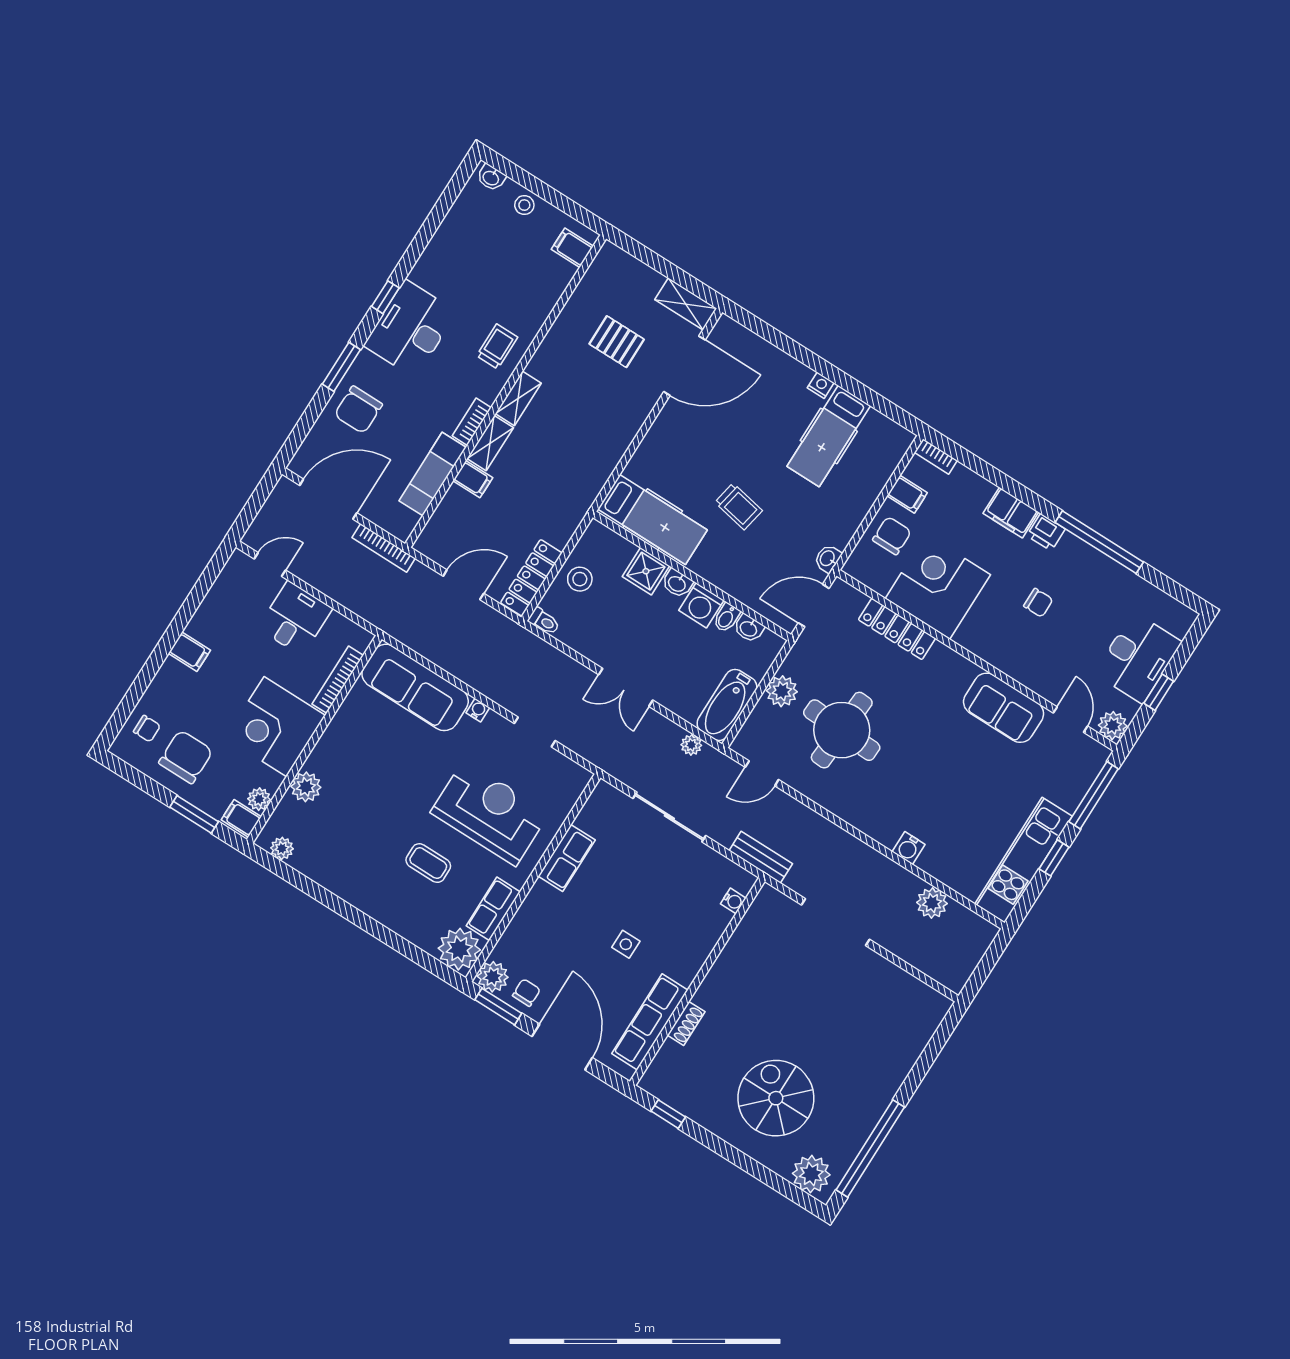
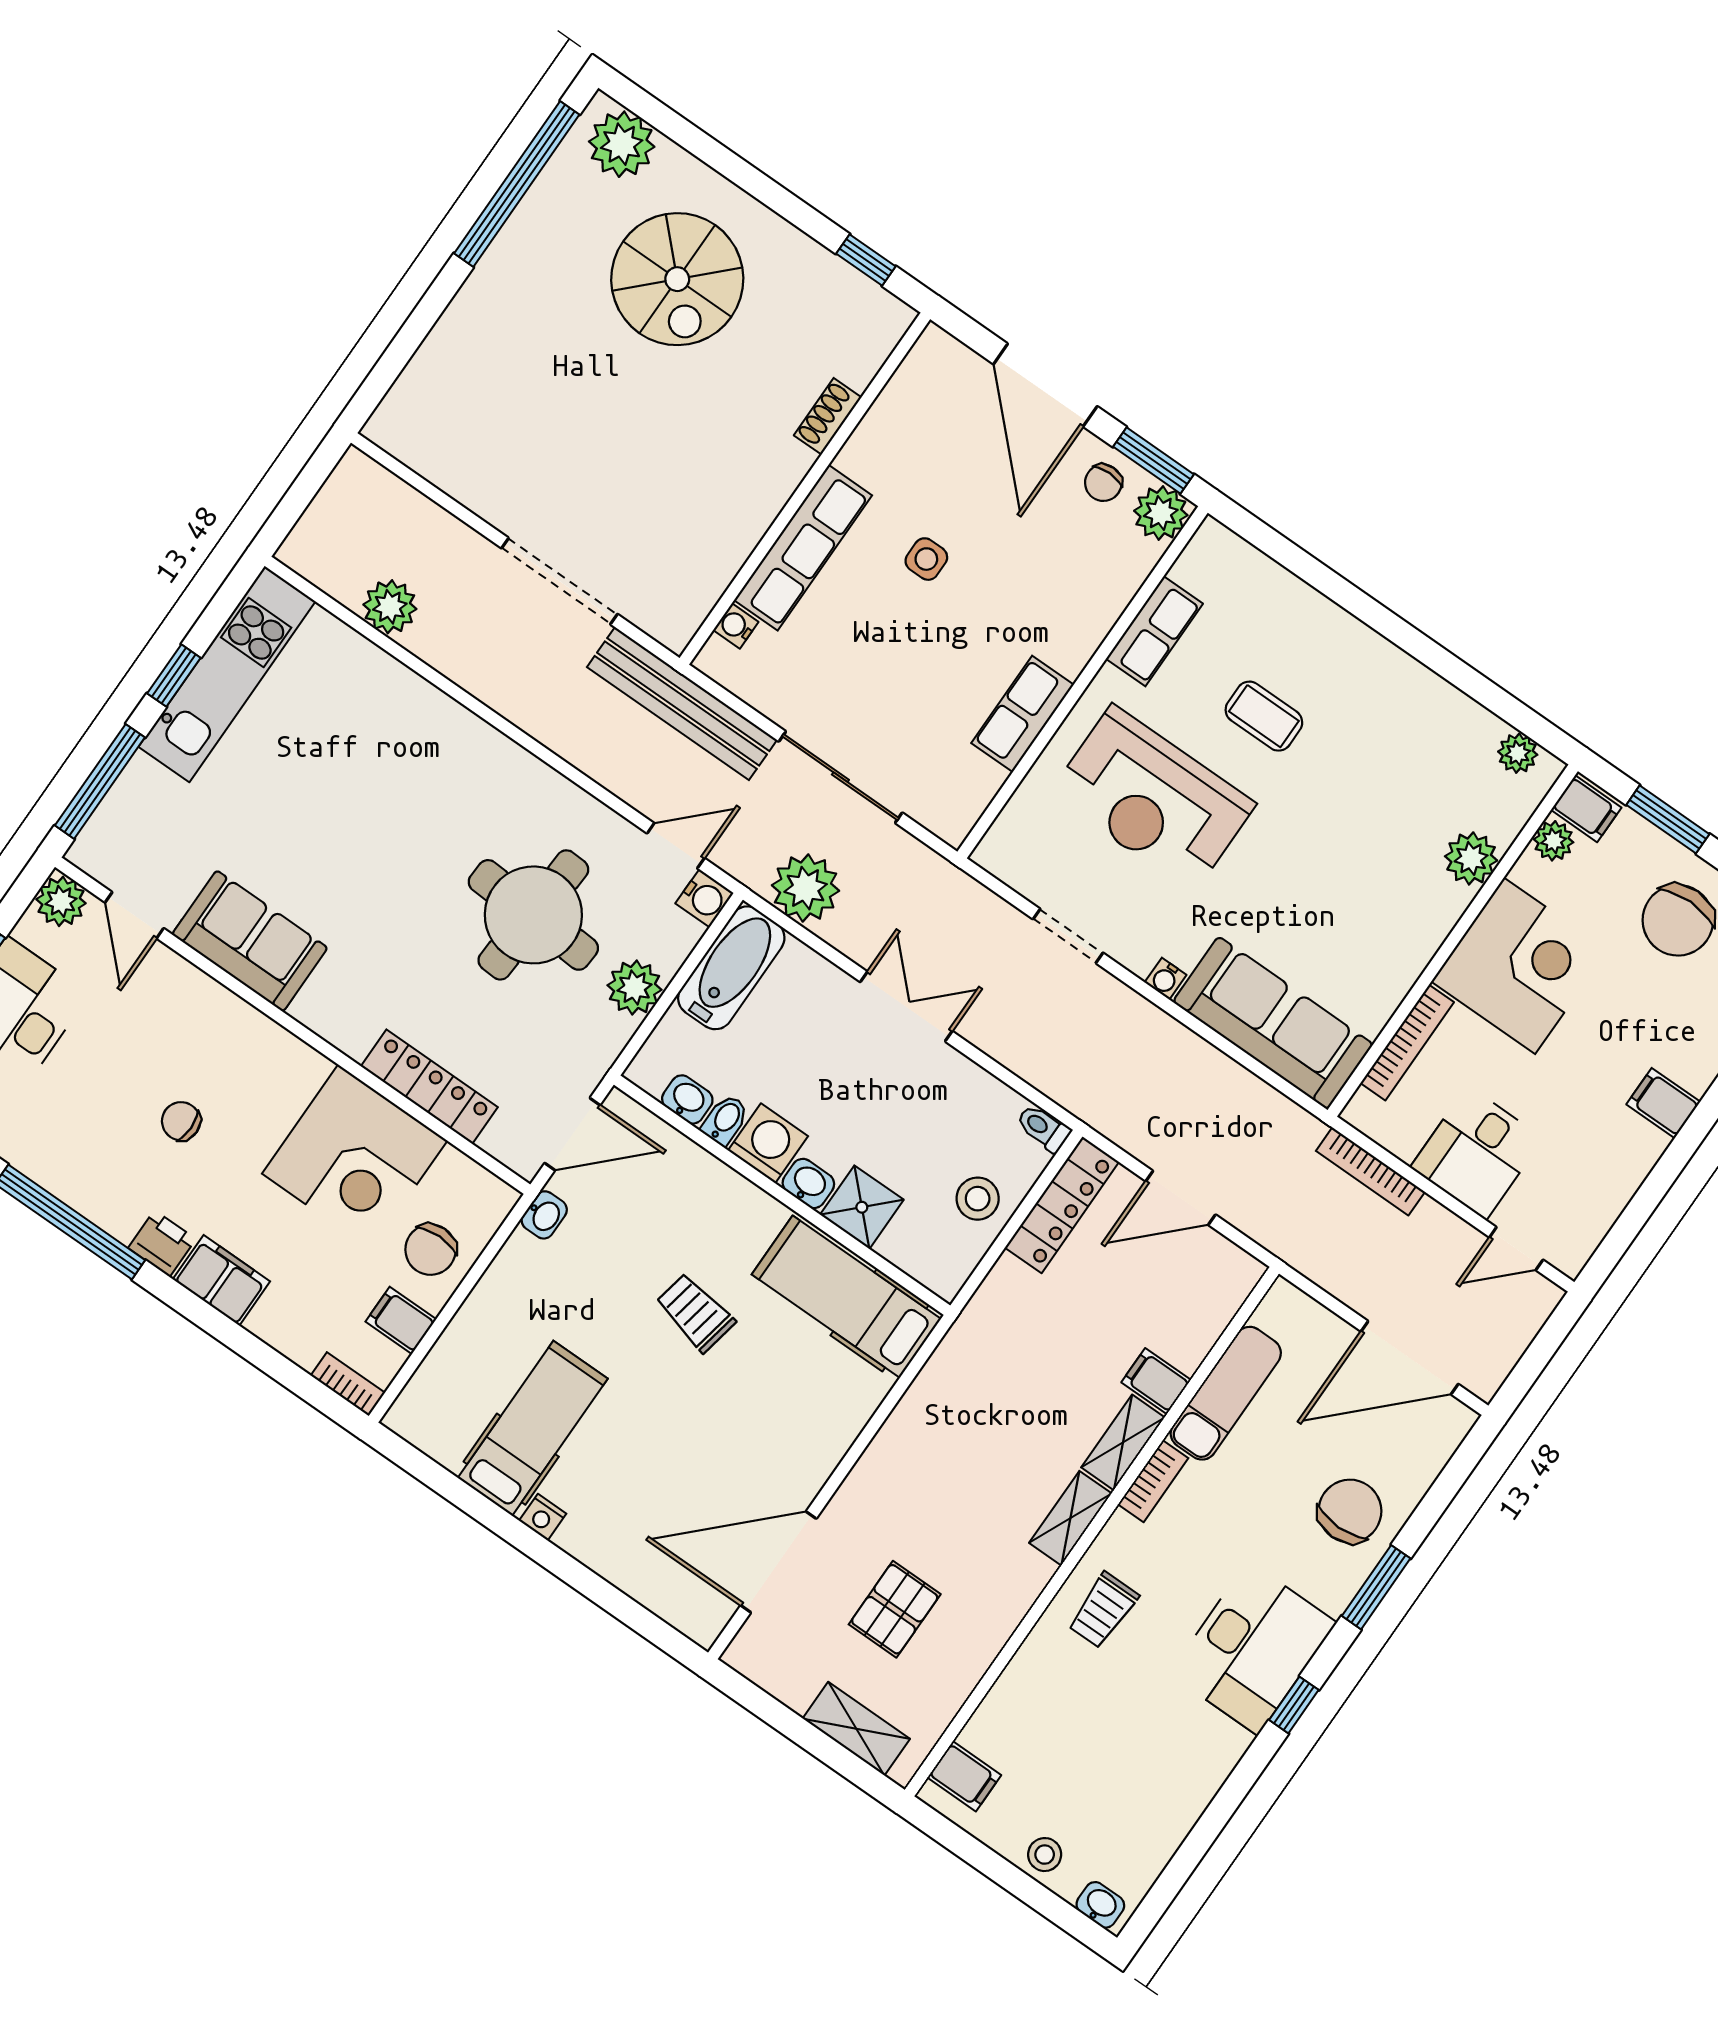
shelving: (686, 304) -> (856, 1729), moved
pallet: (617, 342) -> (895, 1609), turned 90
bookcase: (384, 548) -> (1370, 1171), moved, turned 180
plant: (691, 745) -> (806, 888), width x1.88, depth x1.88
water cooler: (909, 848) -> (704, 898), moved, turned 90
bench: (761, 857) -> (682, 703), width x1.86, depth x1.21
plant: (459, 949) -> (1217, 564), removed
row of seats: (650, 1022) -> (803, 548), moved

